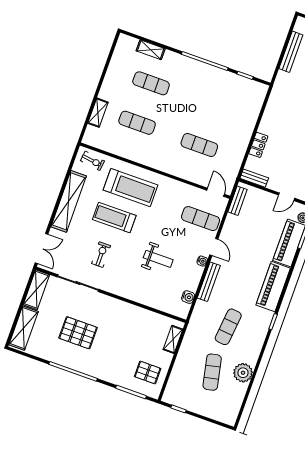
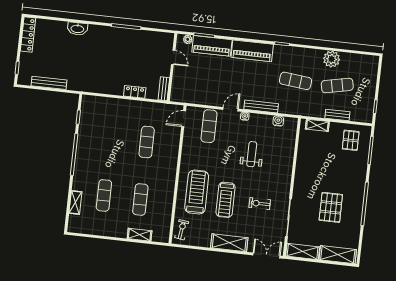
shelving: (69, 201) -> (229, 243), width x0.68
bench: (237, 201) -> (337, 115), moved

